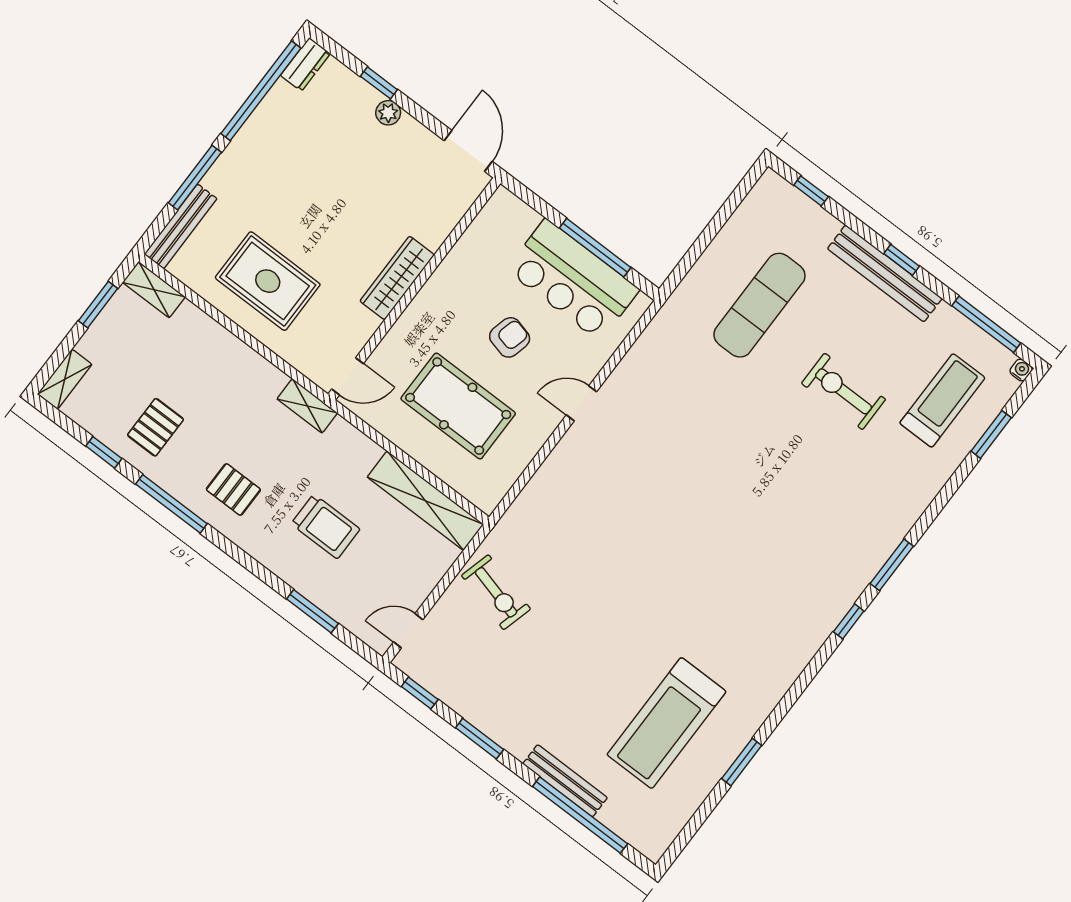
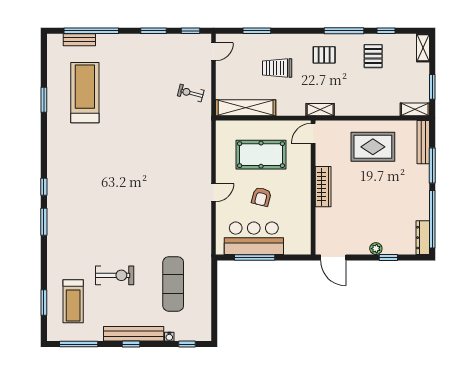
dresser: (305, 64) -> (423, 238), width x1.44
water cooler: (1021, 370) -> (169, 337), moved
exercise bike: (496, 592) -> (191, 93), width x0.73, depth x0.72
bench: (565, 781) -> (79, 40), moved, width x0.73

